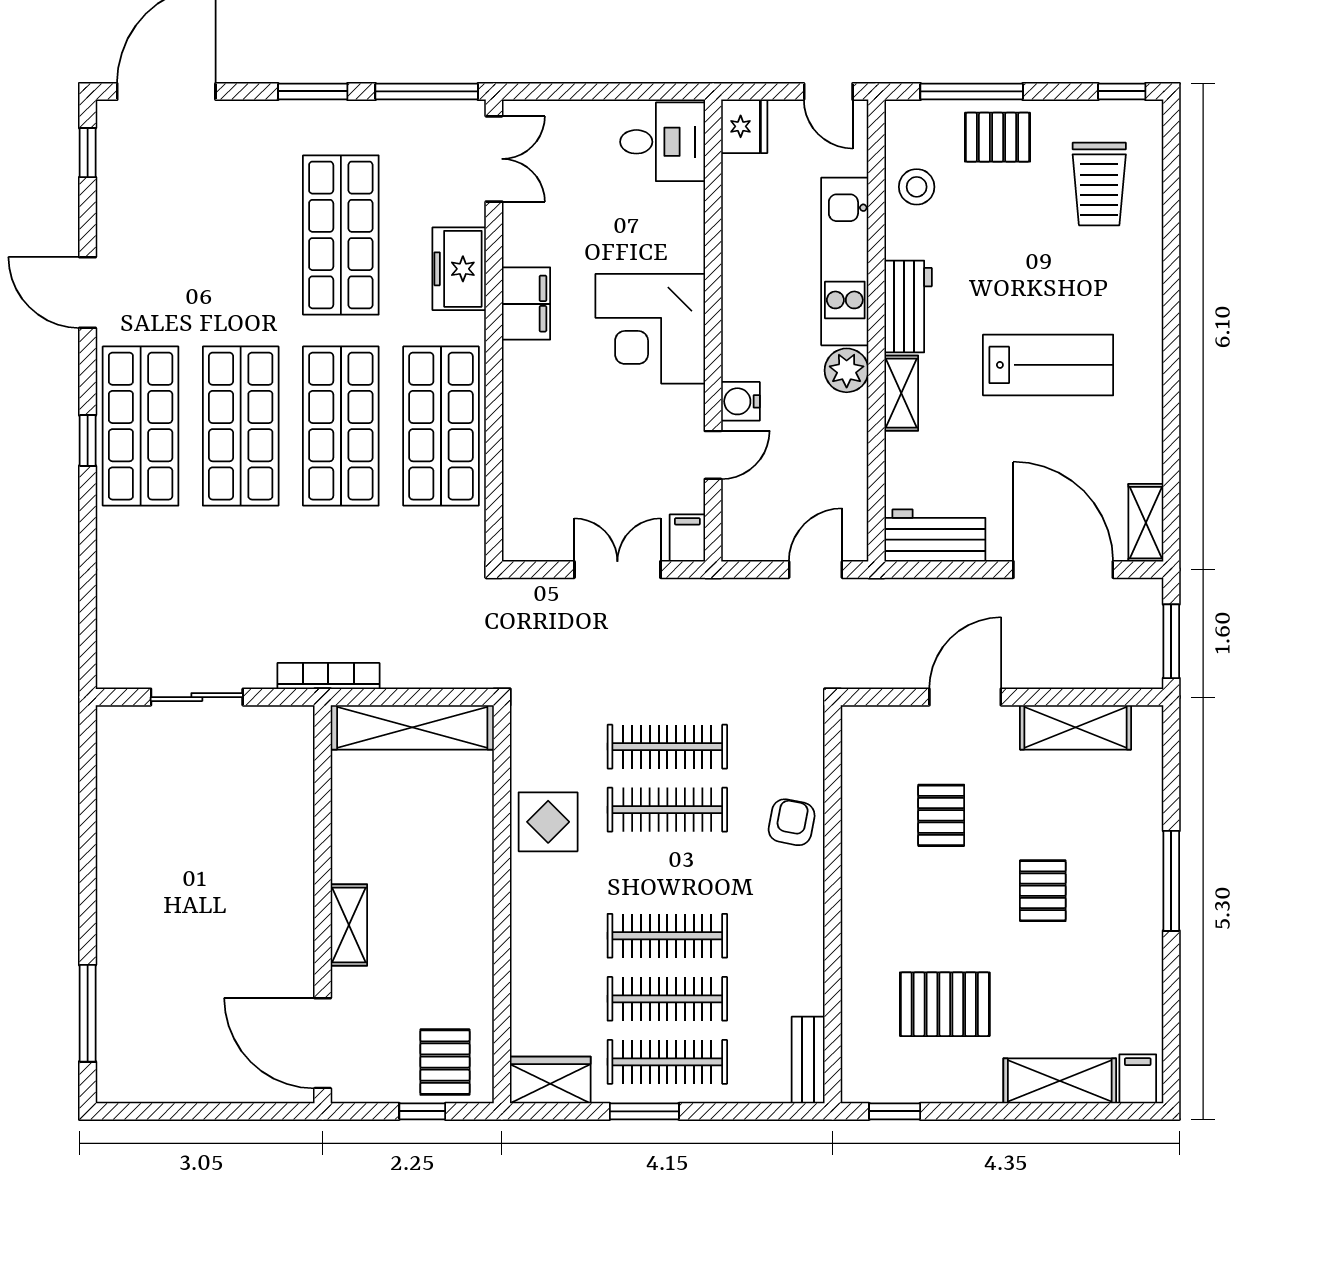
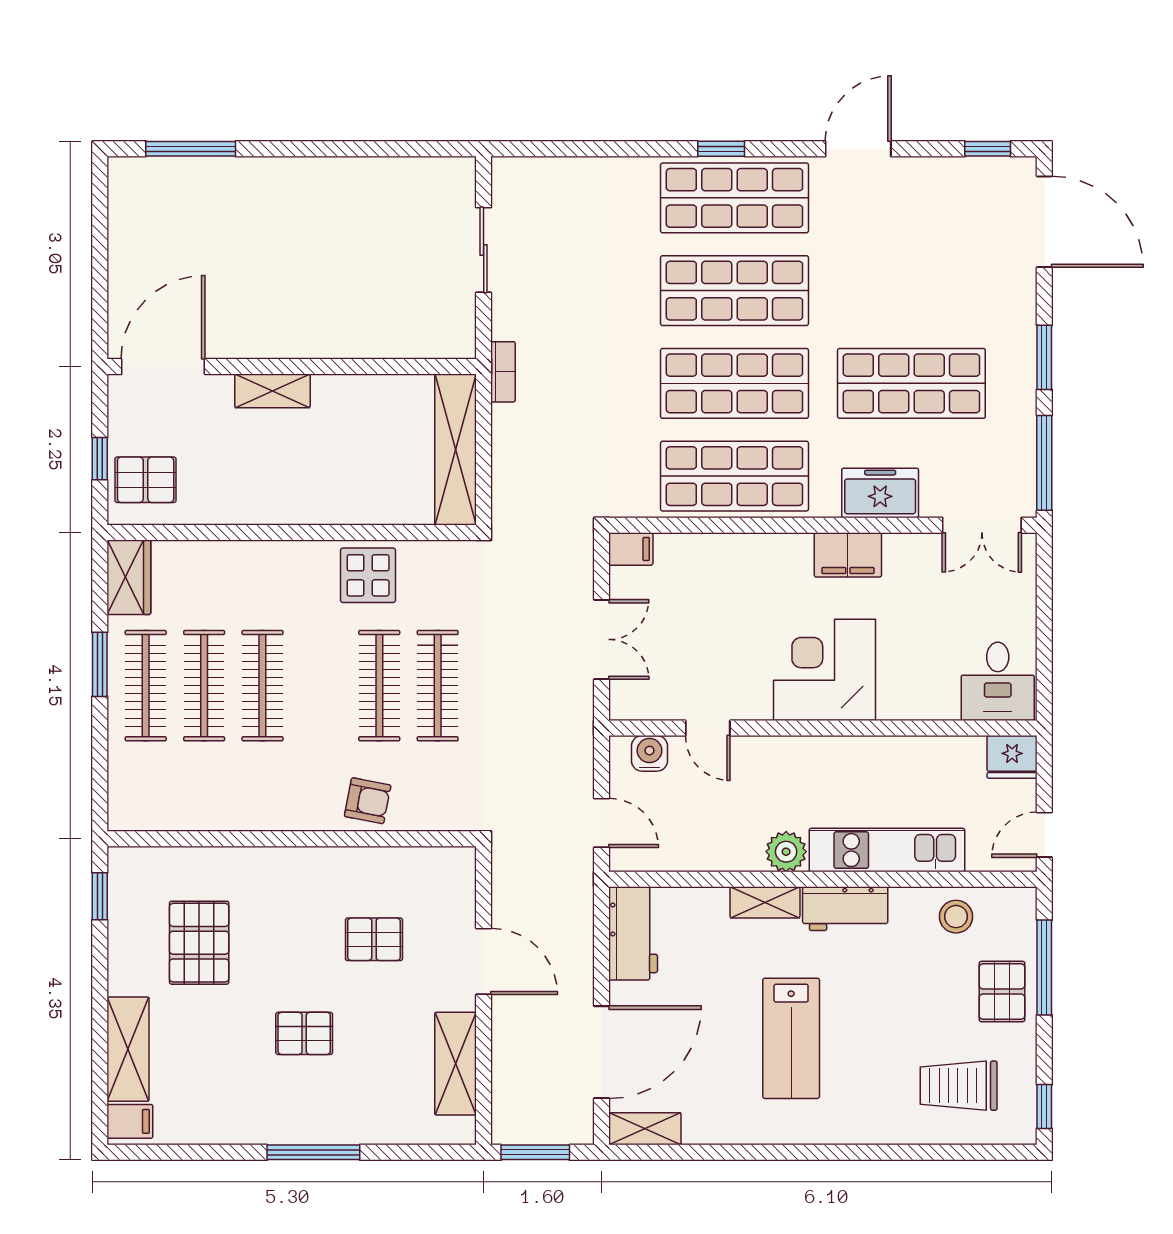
water cooler: (740, 401) -> (649, 753), moved
filing cabinet: (687, 538) -> (631, 549), moved
bookcase: (328, 676) -> (503, 372), width x0.64
bench: (808, 1060) -> (147, 816), removed

